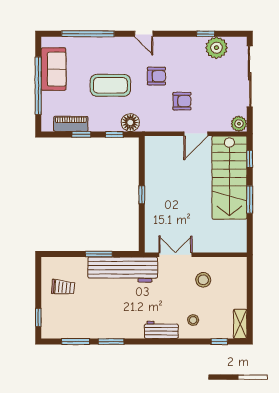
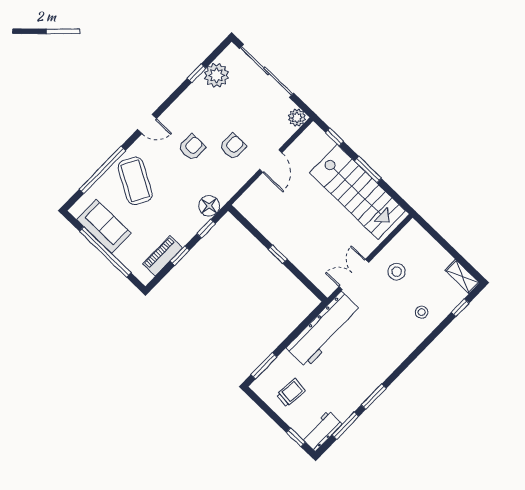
coffee table: (110, 85) -> (135, 181), moved, turned -61
stairs: (229, 178) -> (357, 192), moved
window: (99, 254) -> (264, 366), moved
workbench: (161, 330) -> (322, 431), moved

